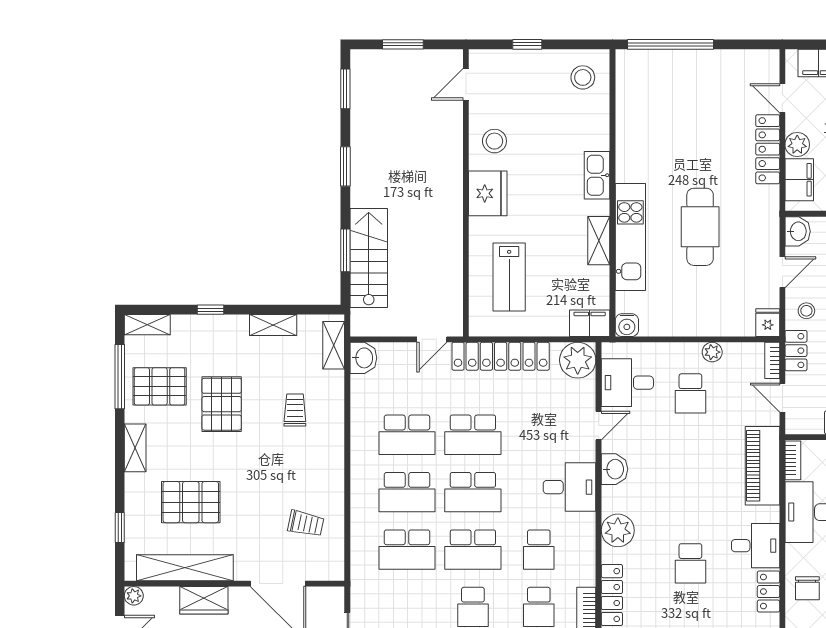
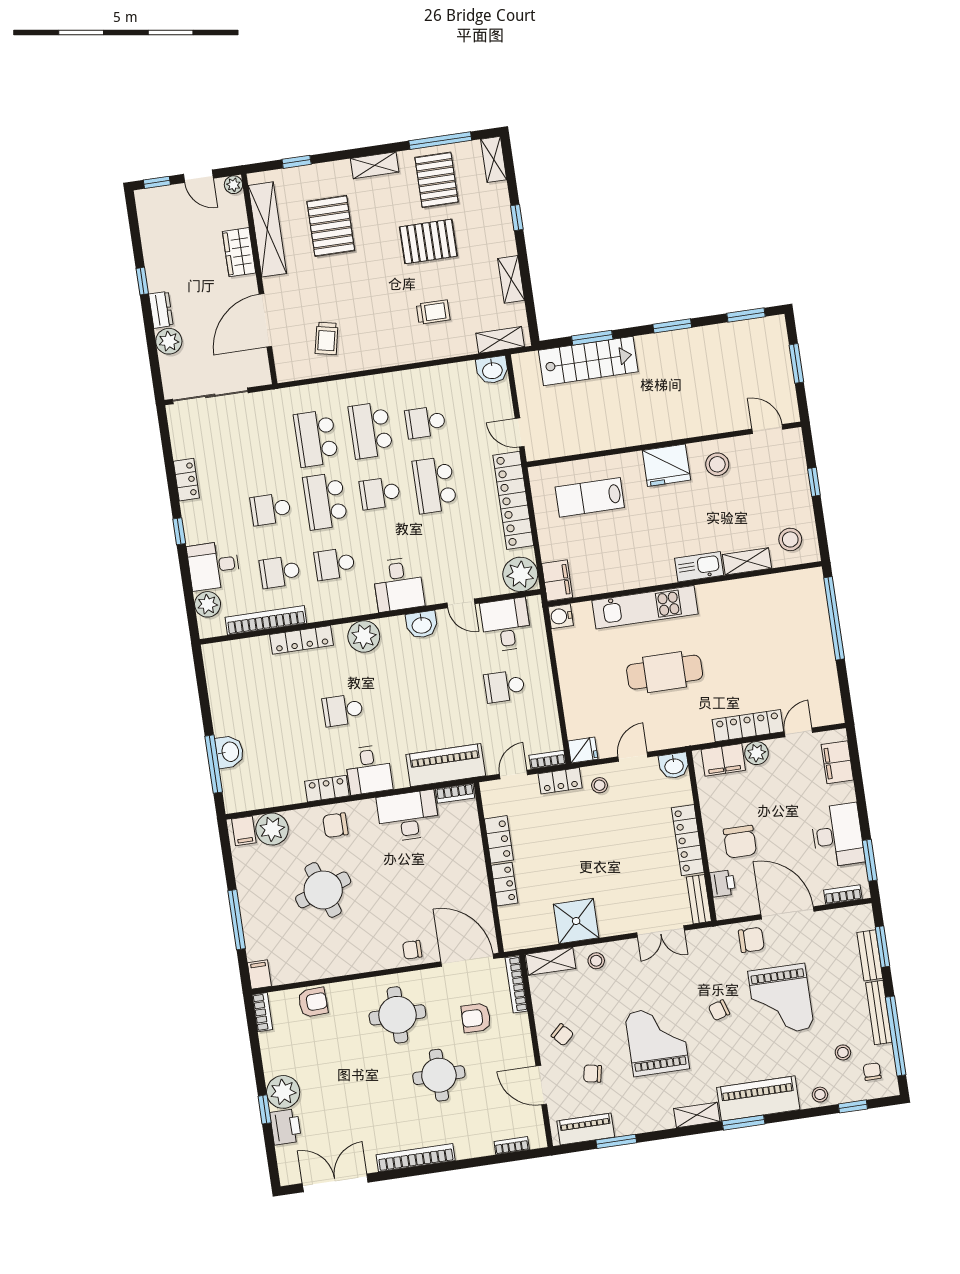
shelving: (599, 241) -> (747, 561), moved
door: (782, 272) -> (633, 757), swing flipped
plant: (712, 352) -> (547, 701), removed
school desk: (407, 435) -> (425, 422), width x0.54
school desk: (473, 492) -> (380, 493), width x0.54

